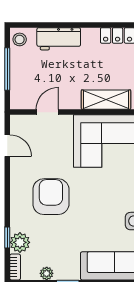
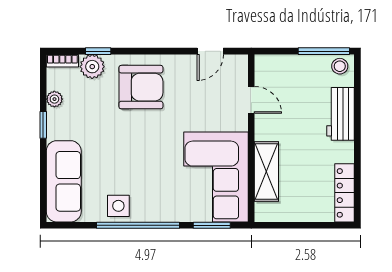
window: (7, 69) -> (324, 51), moved
armchair: (51, 197) -> (141, 87), moved

